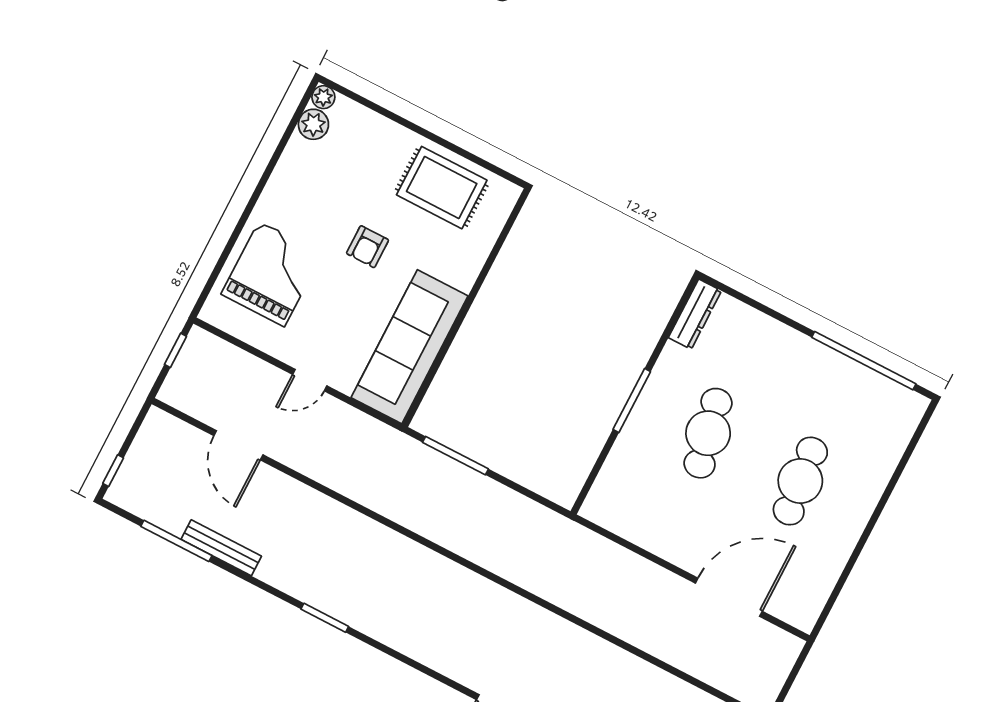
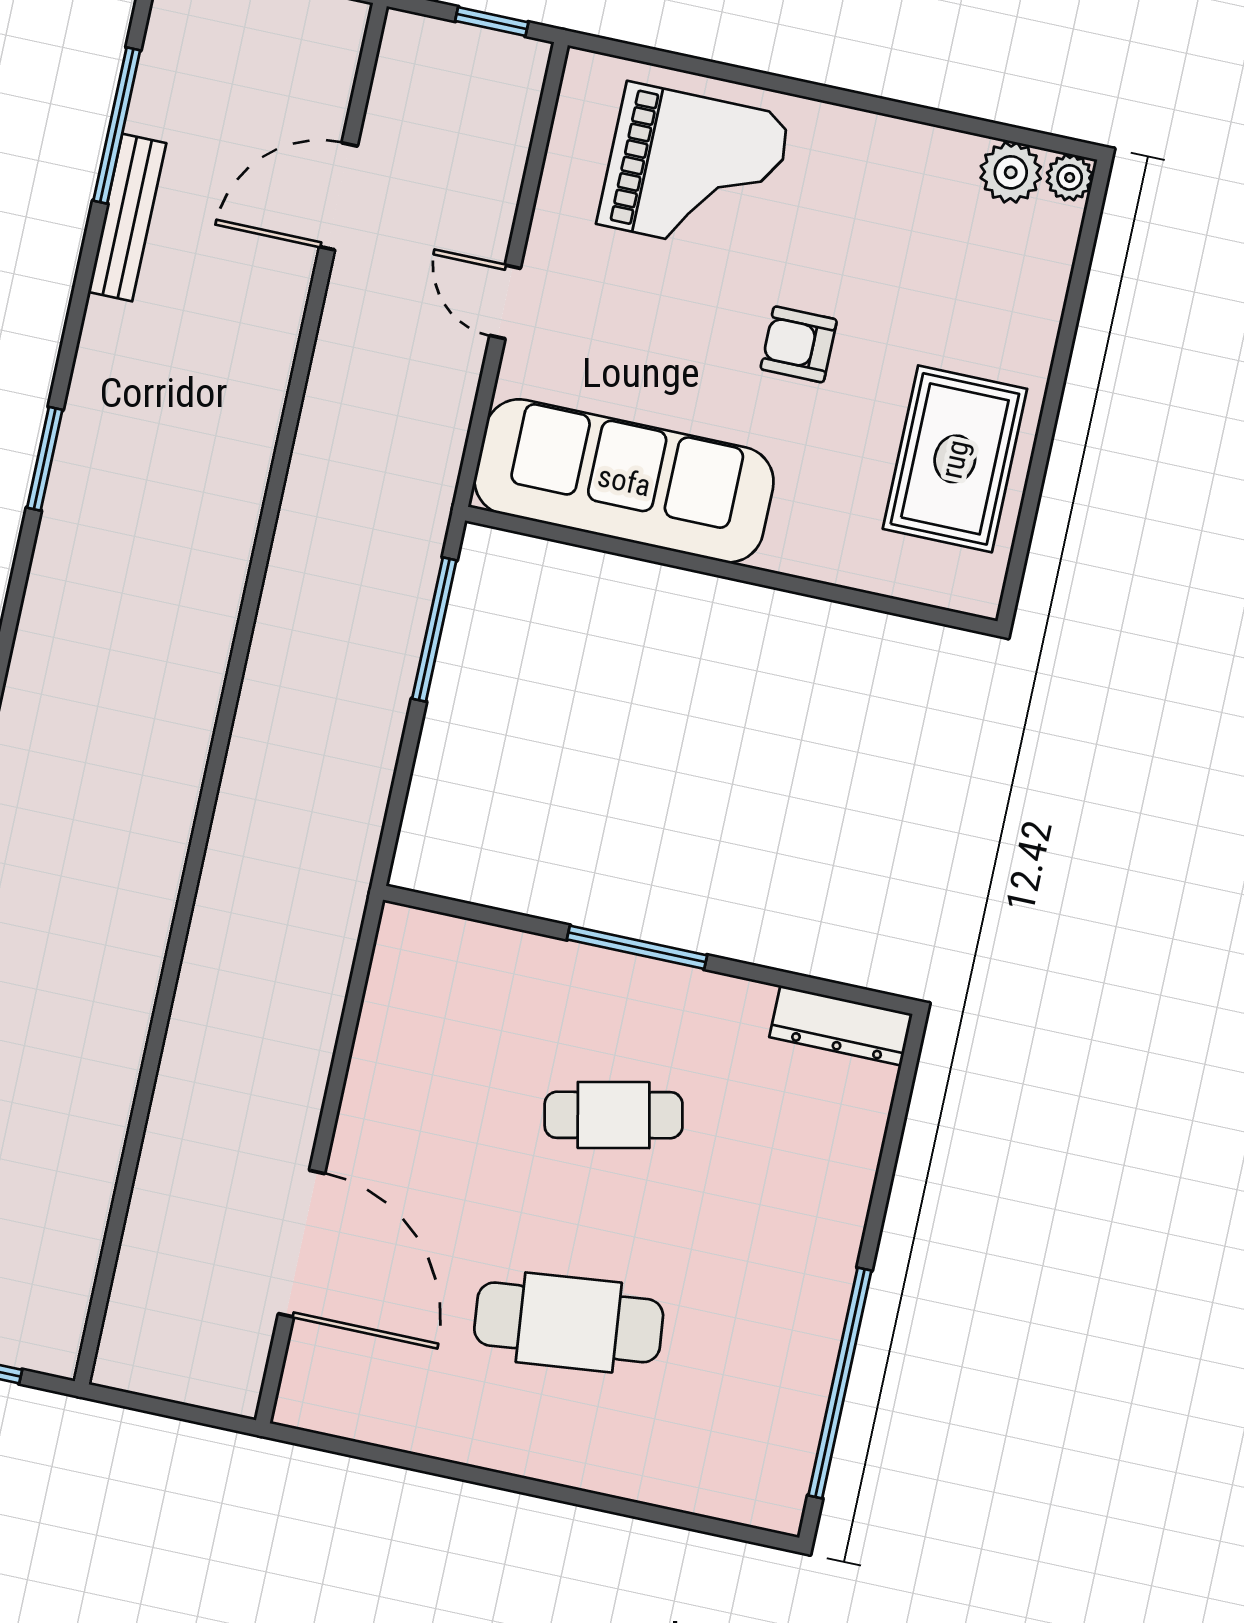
cafe table: (708, 433) -> (614, 1115), width x0.73, depth x0.74

